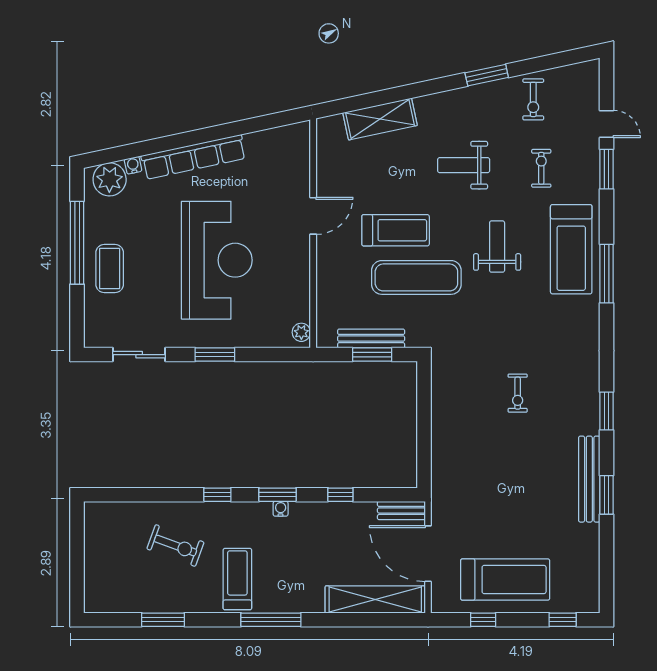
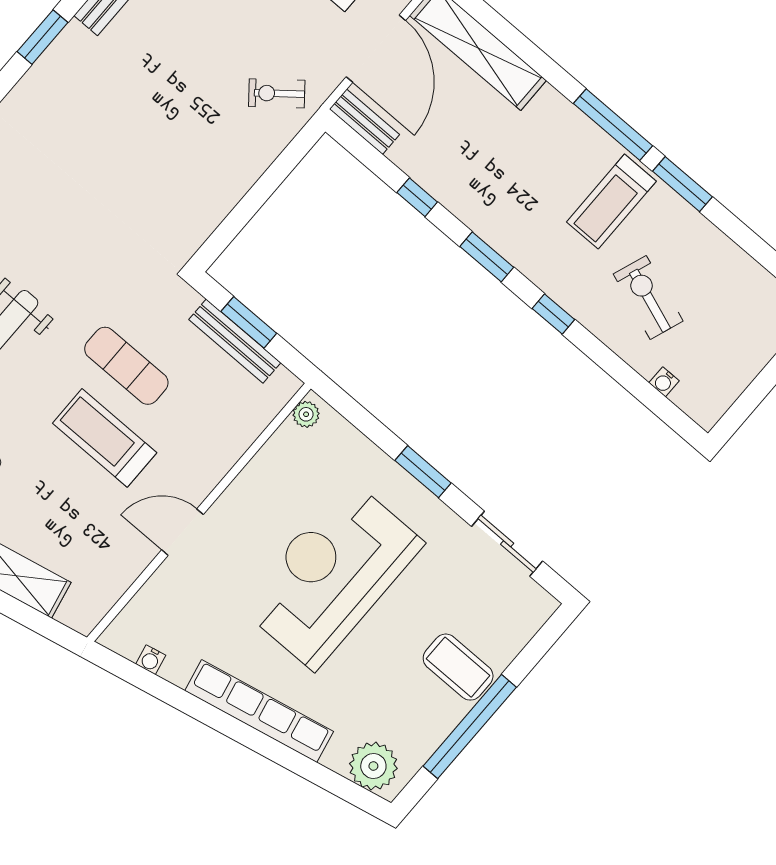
water cooler: (133, 165) -> (151, 660), moved
coffee table: (110, 269) -> (458, 667), turned 90
exercise mat: (416, 277) -> (126, 366), width x0.73, depth x0.69
exercise bike: (518, 393) -> (277, 93), moved, turned -129
water cooler: (281, 509) -> (664, 382), moved
window: (163, 620) -> (682, 184), moved

